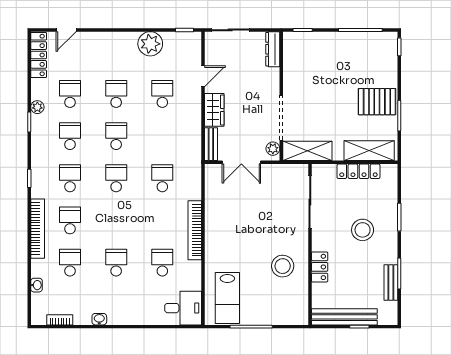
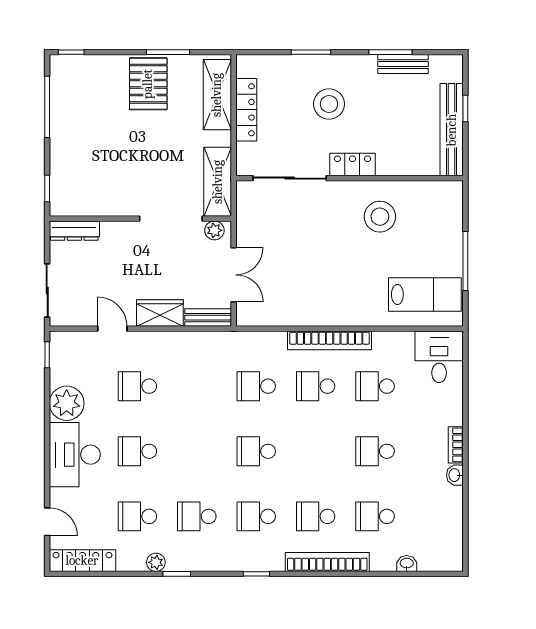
desk: (114, 50) -> (75, 455), added
school desk: (116, 136) -> (316, 386), moved
locker: (320, 267) -> (352, 164), moved
bookcase: (60, 320) -> (456, 445), moved

